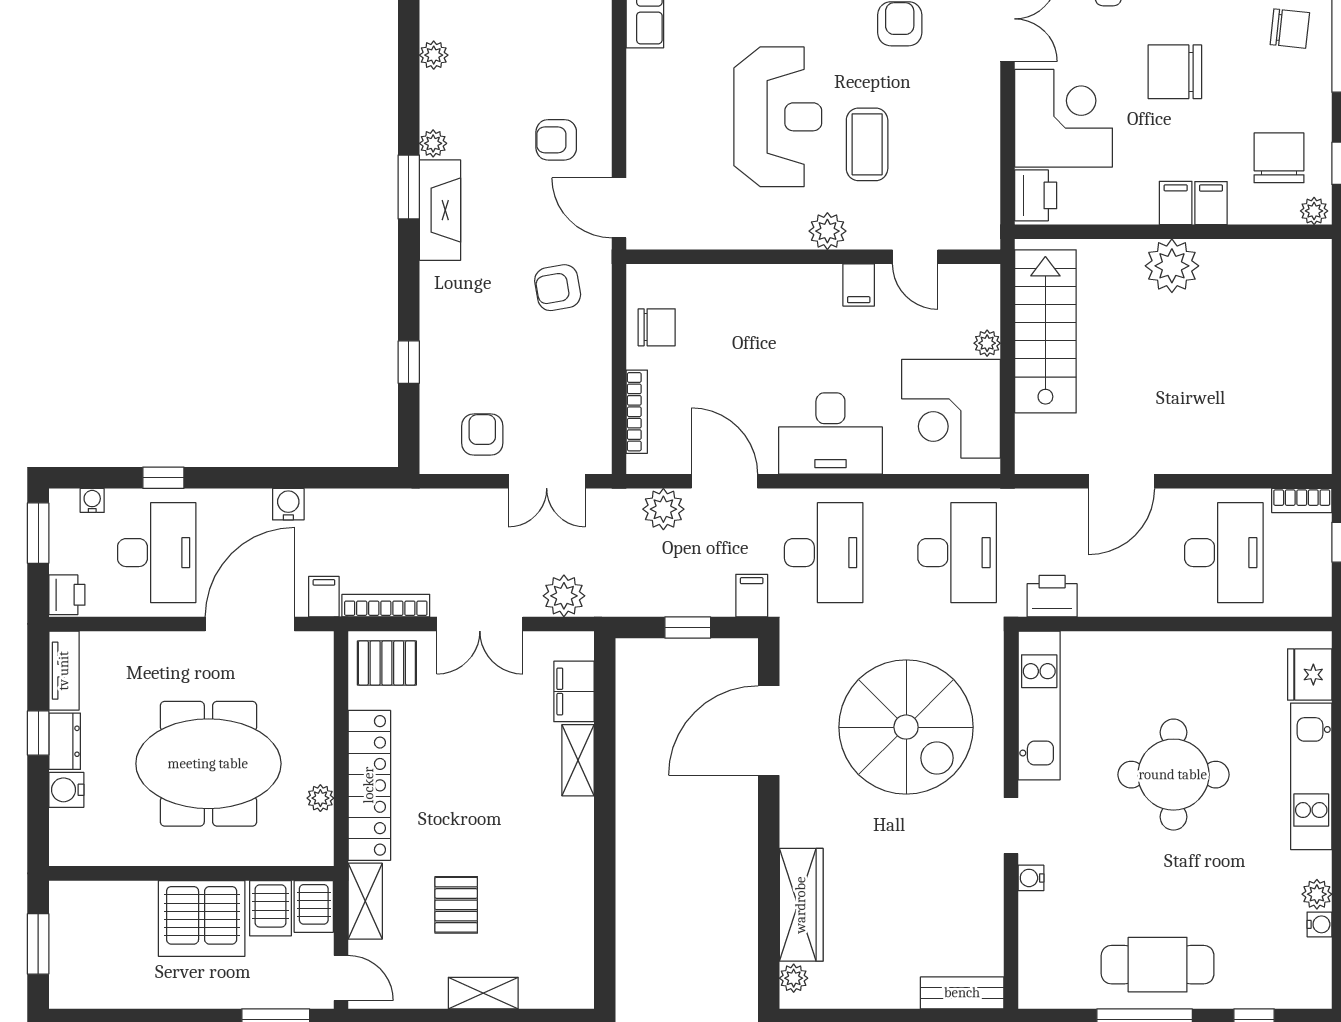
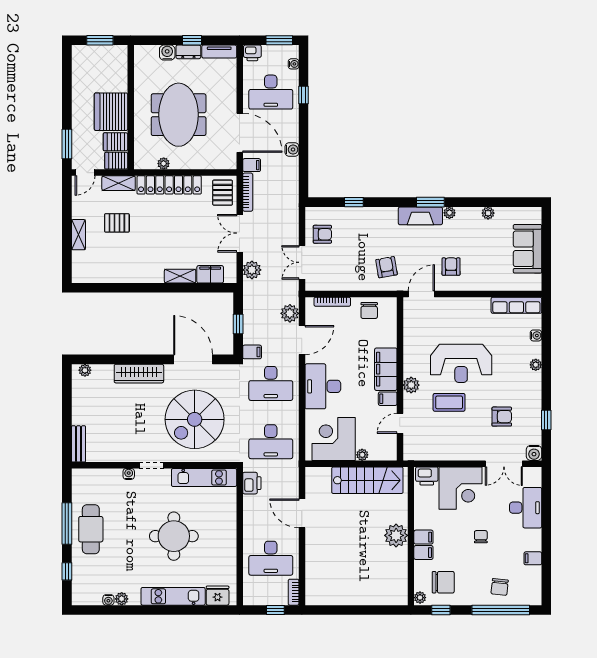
chair: (1175, 72) -> (481, 537), width x0.54, depth x0.54
filing cabinet: (791, 289) -> (386, 369), added
wardrobe: (801, 905) -> (139, 374), moved

